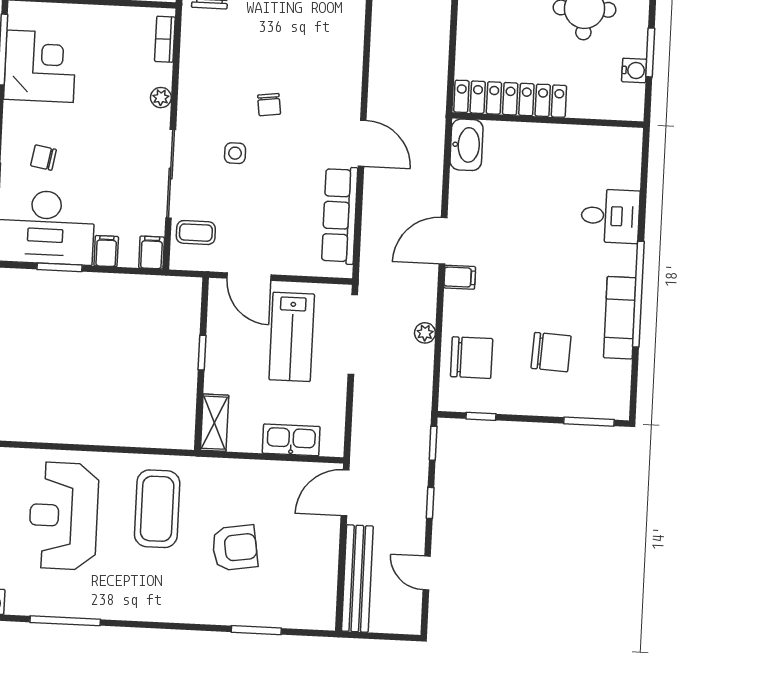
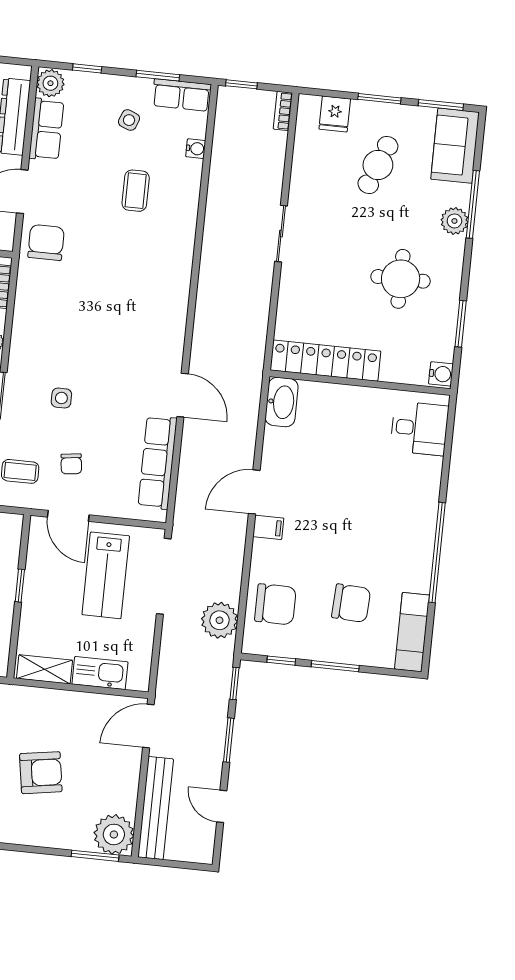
water cooler: (634, 70) -> (441, 374), moved
chair: (269, 105) -> (71, 464), moved
desk: (610, 216) -> (419, 428), moved
exam couch: (620, 318) -> (412, 632), moved
plant: (425, 333) -> (220, 620), moved, width x1.88, depth x1.88
window: (589, 422) -> (335, 666), moved
shelving: (215, 423) -> (44, 669), moved, turned 90
window: (430, 503) -> (229, 740), width x1.50
plant: (315, 609) -> (114, 834), added
window: (256, 630) -> (95, 856), moved

